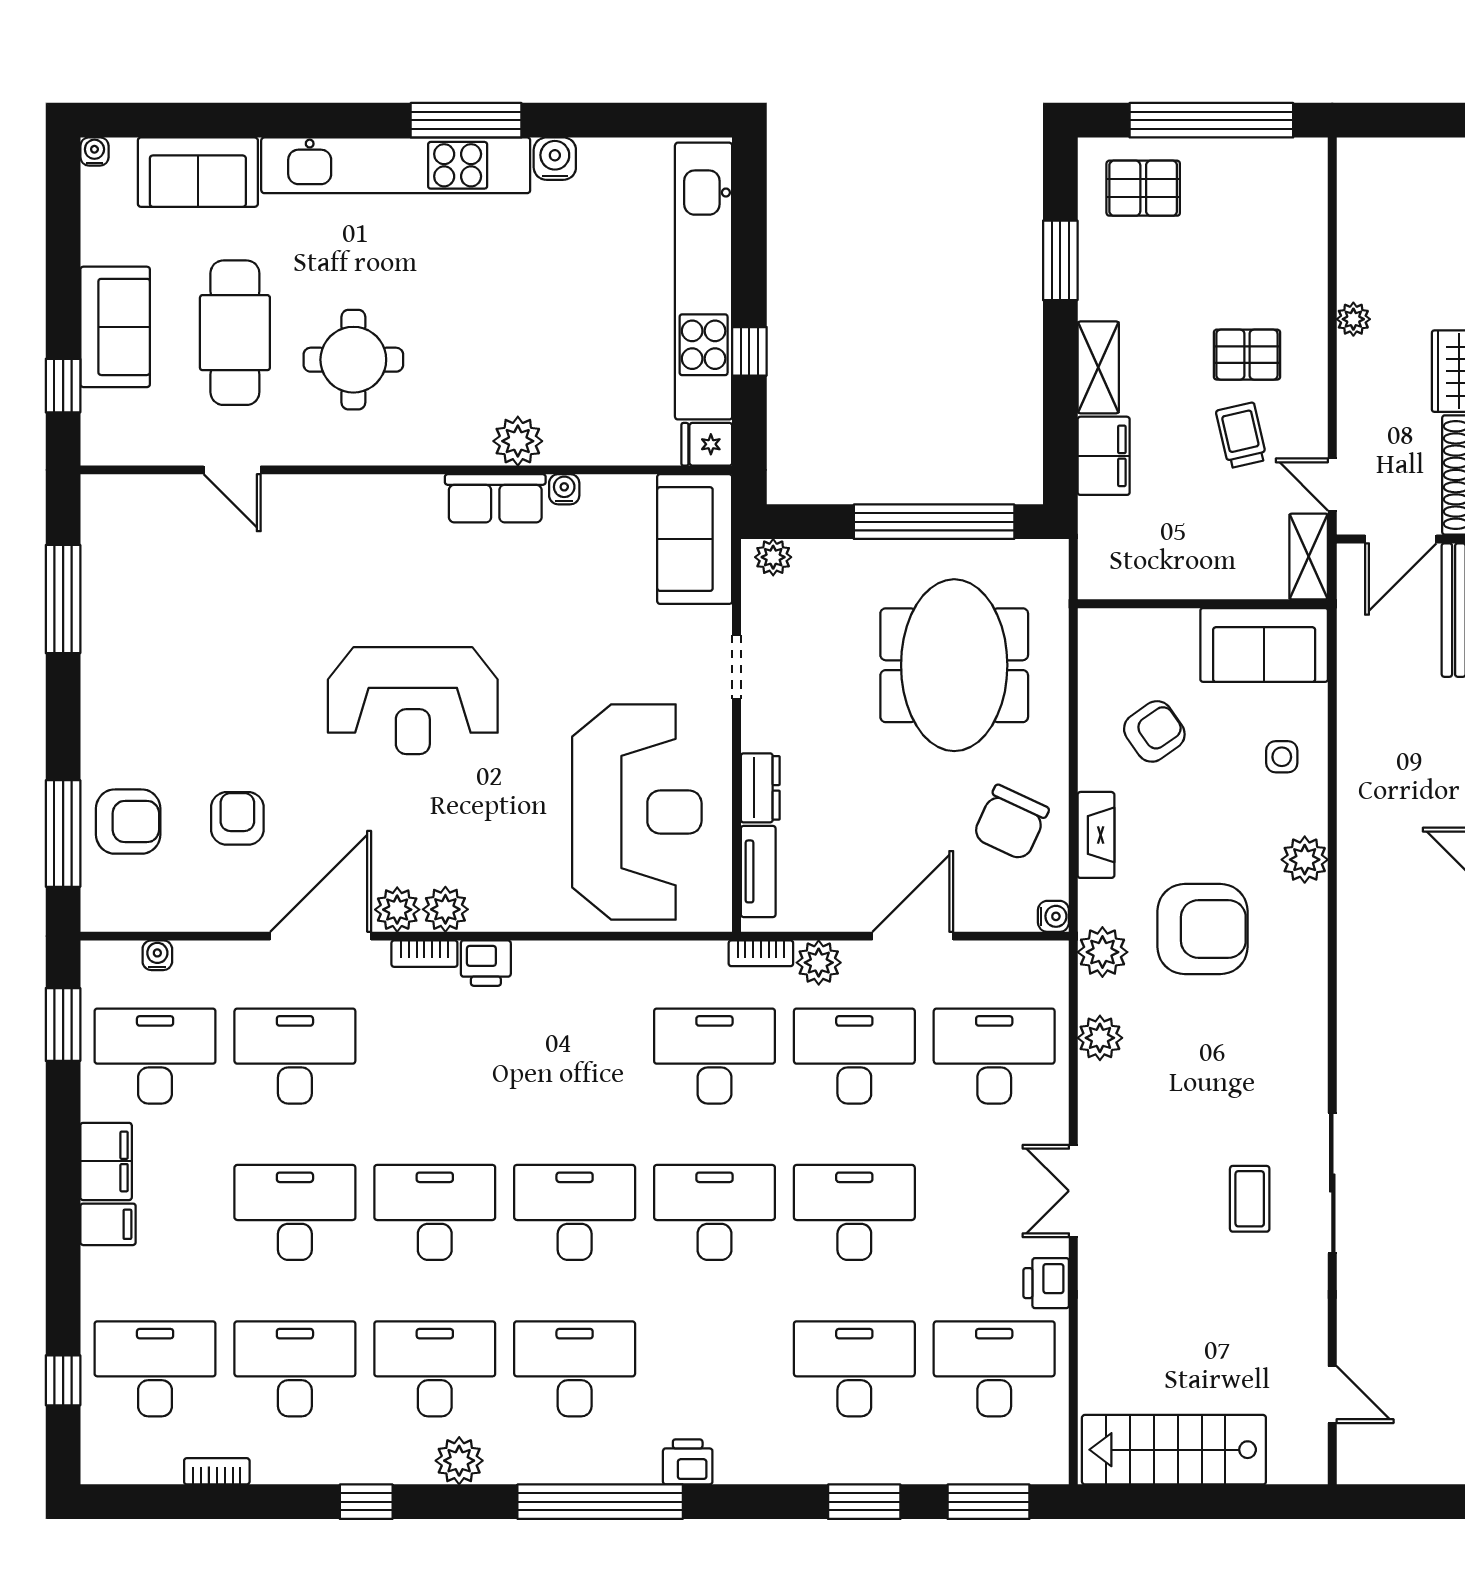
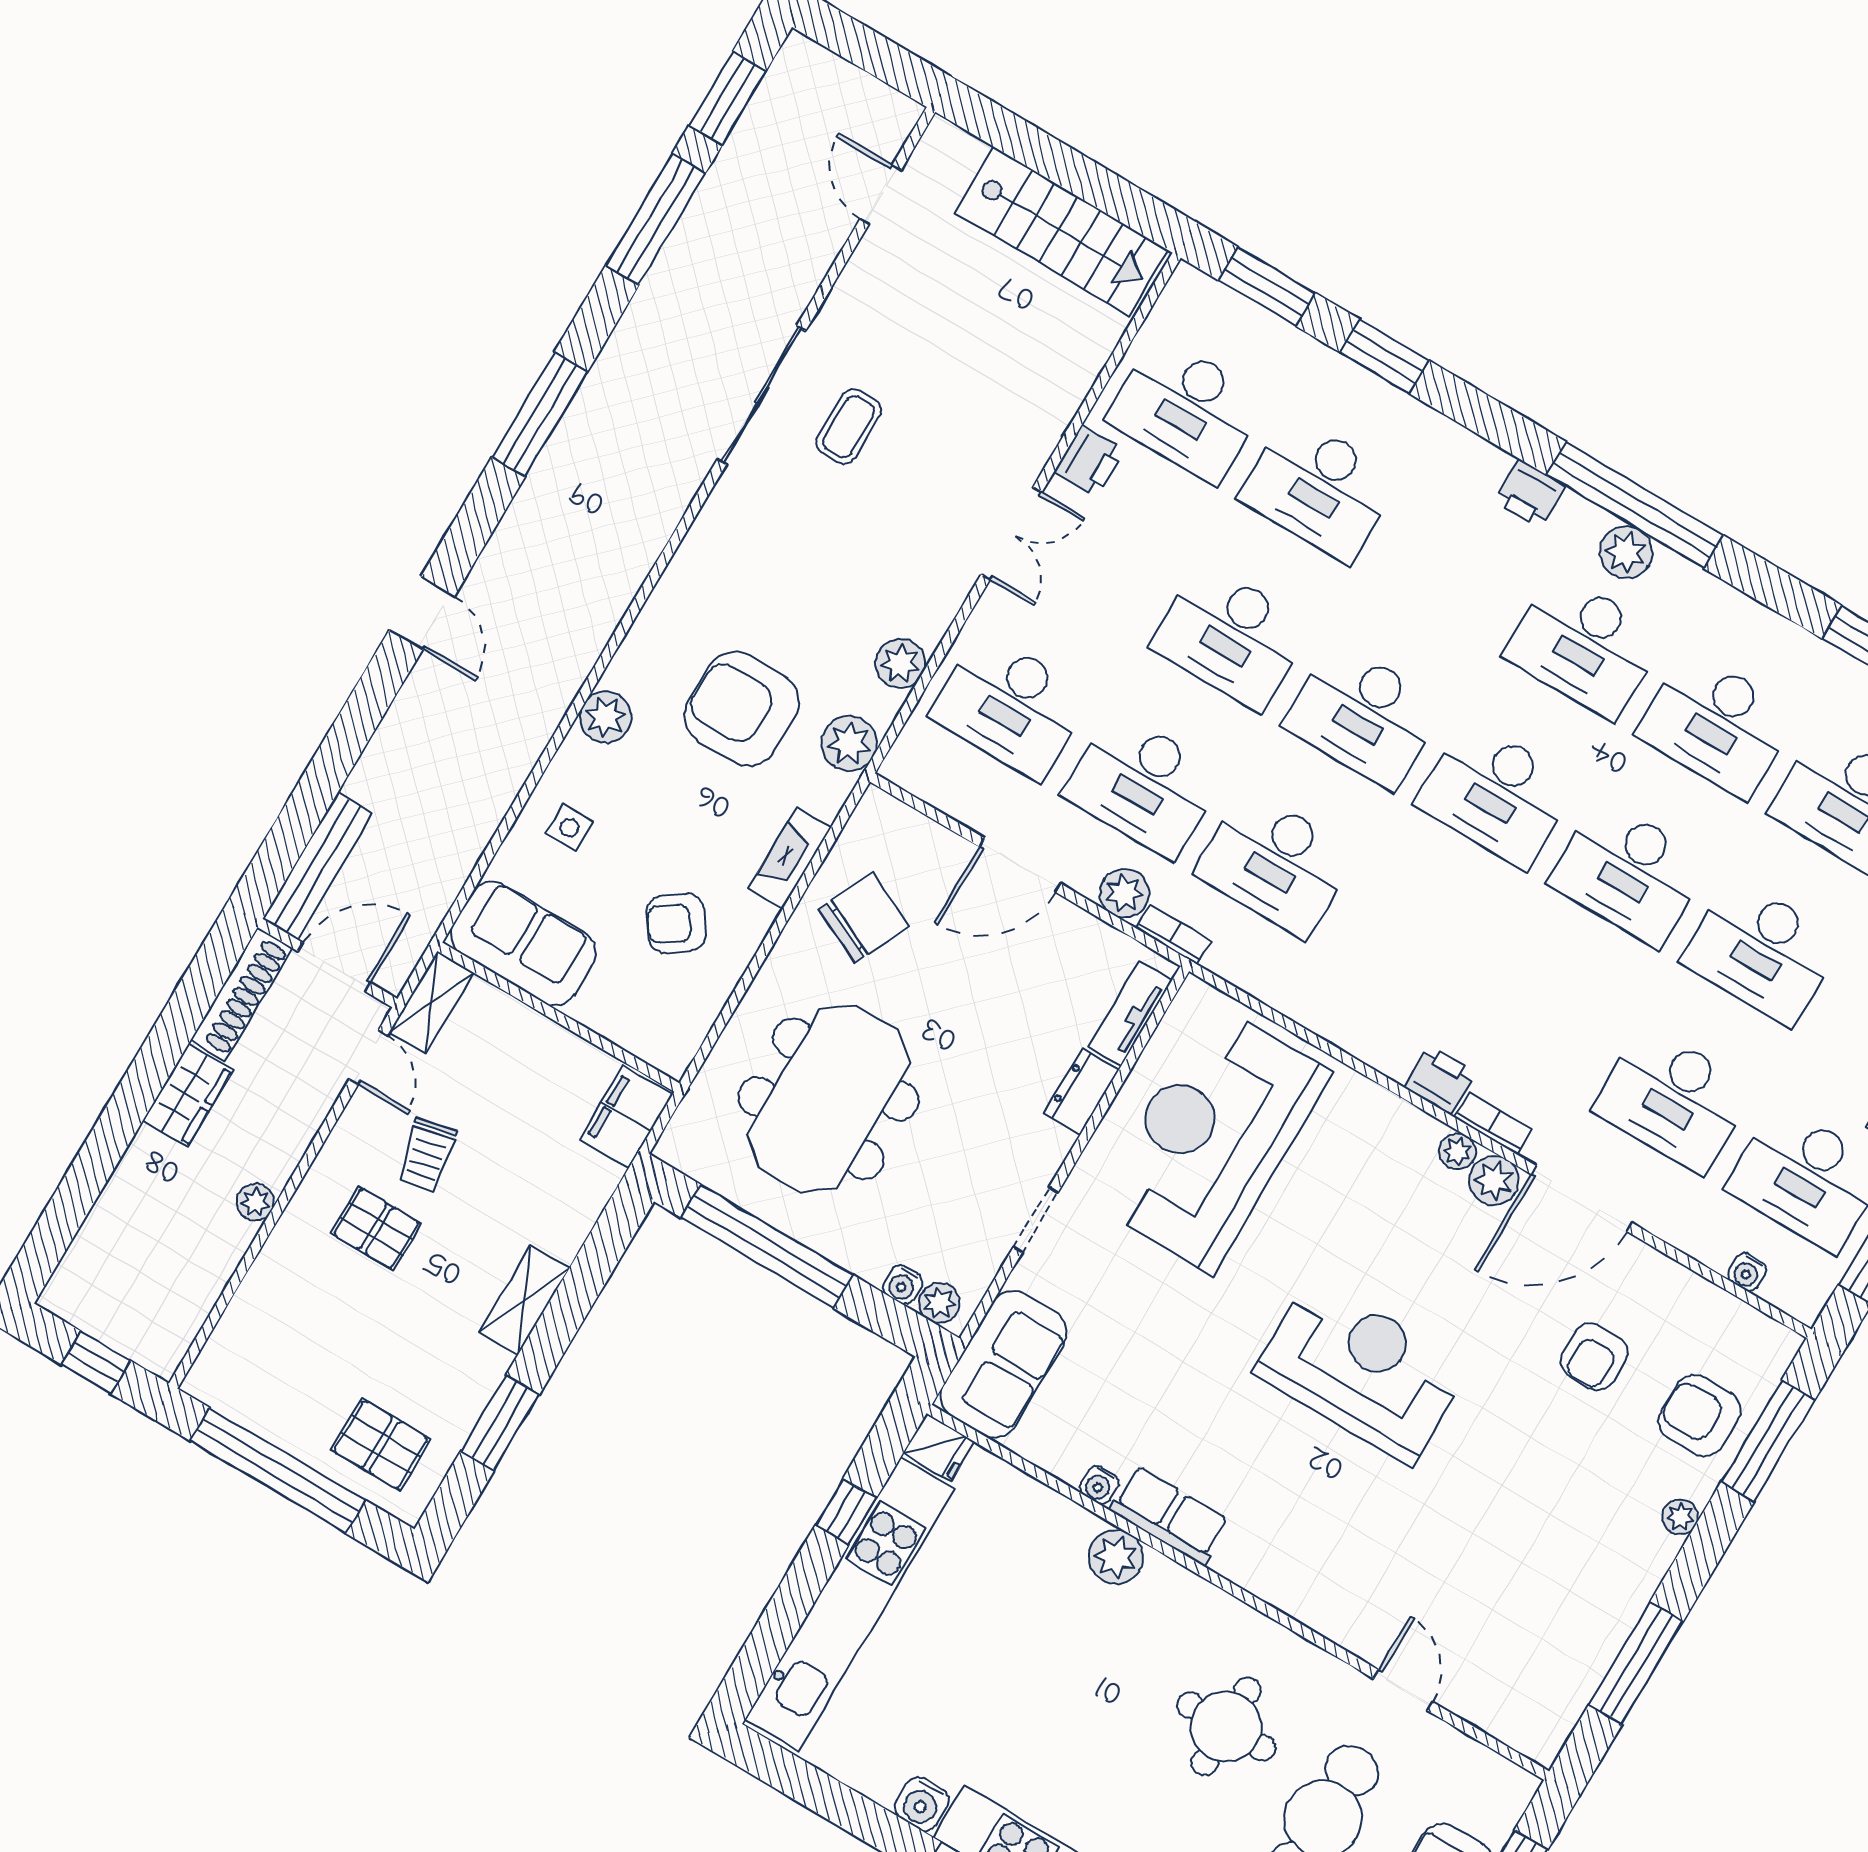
window: (1404, 120) -> (96, 1362), added
filing cabinet: (1104, 456) -> (626, 1117), moved
plant: (96, 734) -> (1680, 1517), added
plant: (445, 909) -> (1457, 1151), width x0.73, depth x0.73
water cooler: (1053, 916) -> (903, 1285), moved, turned -90
plant: (459, 1461) -> (1626, 552), moved

